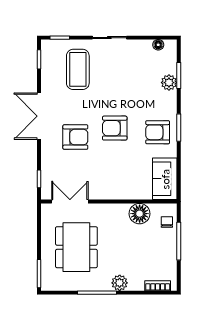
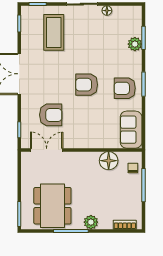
floor lamp: (158, 45) -> (107, 11), moved
armchair: (75, 137) -> (51, 115), moved
dining table: (76, 247) -> (52, 206), moved

